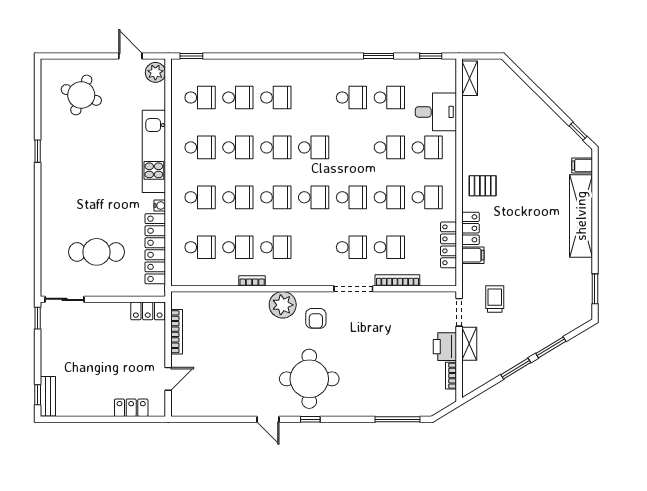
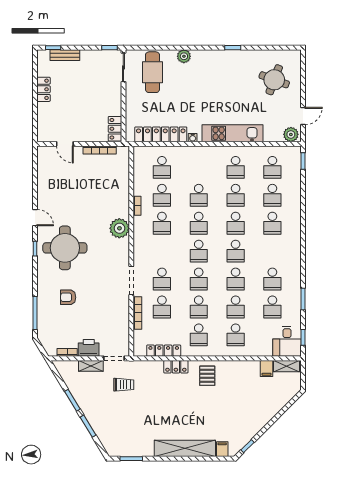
desk: (436, 112) -> (287, 341), moved
school desk: (200, 197) -> (236, 279), moved
plant: (49, 217) -> (184, 56), added
cafe table: (96, 252) -> (152, 72), moved
filing cabinet: (473, 255) -> (267, 369), moved
armchair: (316, 318) -> (68, 297), moved
bench: (48, 396) -> (65, 55), moved
locker: (131, 408) -> (44, 89), moved
door: (268, 419) -> (35, 218), swing flipped

